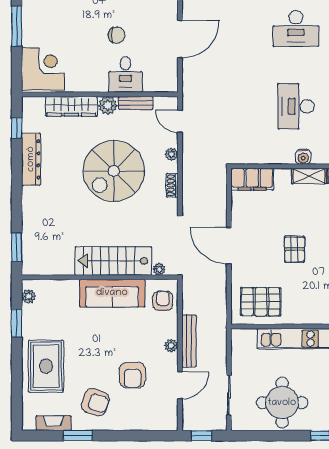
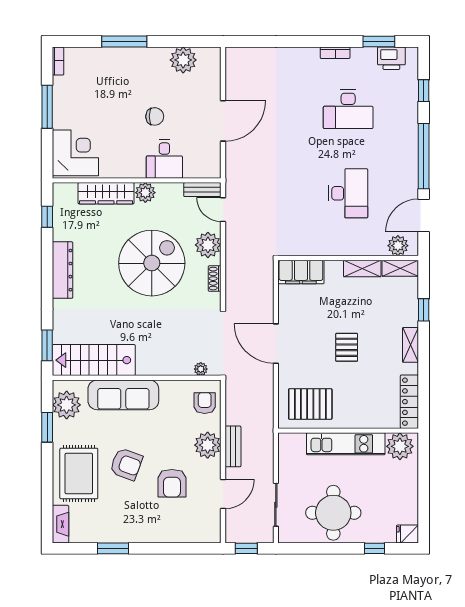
bench: (136, 103) -> (202, 190), moved
desk: (296, 106) -> (348, 193), turned 180
plant: (171, 154) -> (208, 245), width x1.88, depth x1.88
water cooler: (303, 157) -> (356, 248), removed
dresser: (31, 159) -> (63, 270), moved
spiral stairs: (114, 171) -> (152, 263), turned 180
stairs: (113, 261) -> (94, 360), moved
sofa: (112, 293) -> (123, 395), moved
plant: (29, 296) -> (67, 405), width x1.87, depth x1.87
bench: (189, 341) -> (233, 446), width x0.73
plant: (171, 346) -> (208, 445), width x1.87, depth x1.87
armchair: (95, 402) -> (126, 464), moved
fireplace: (54, 423) -> (60, 524), moved, turned 90

